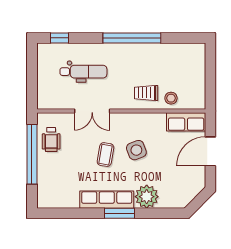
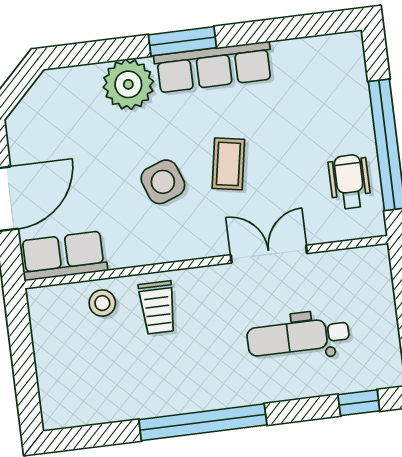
trolley: (146, 93) -> (157, 307), turned 90

